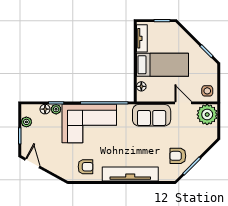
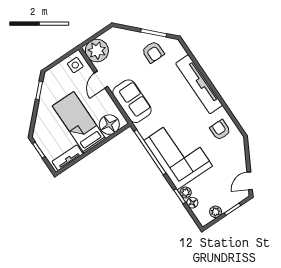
floor lamp: (141, 86) -> (109, 125), width x1.89, depth x1.89

